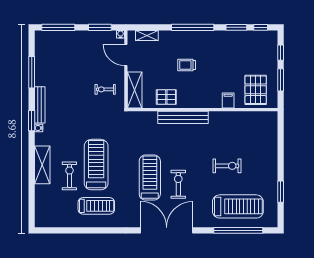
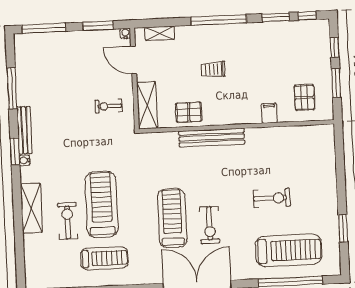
pallet: (256, 90) -> (304, 97), width x0.67, depth x0.71
exercise bike: (178, 184) -> (210, 225), turned 180

